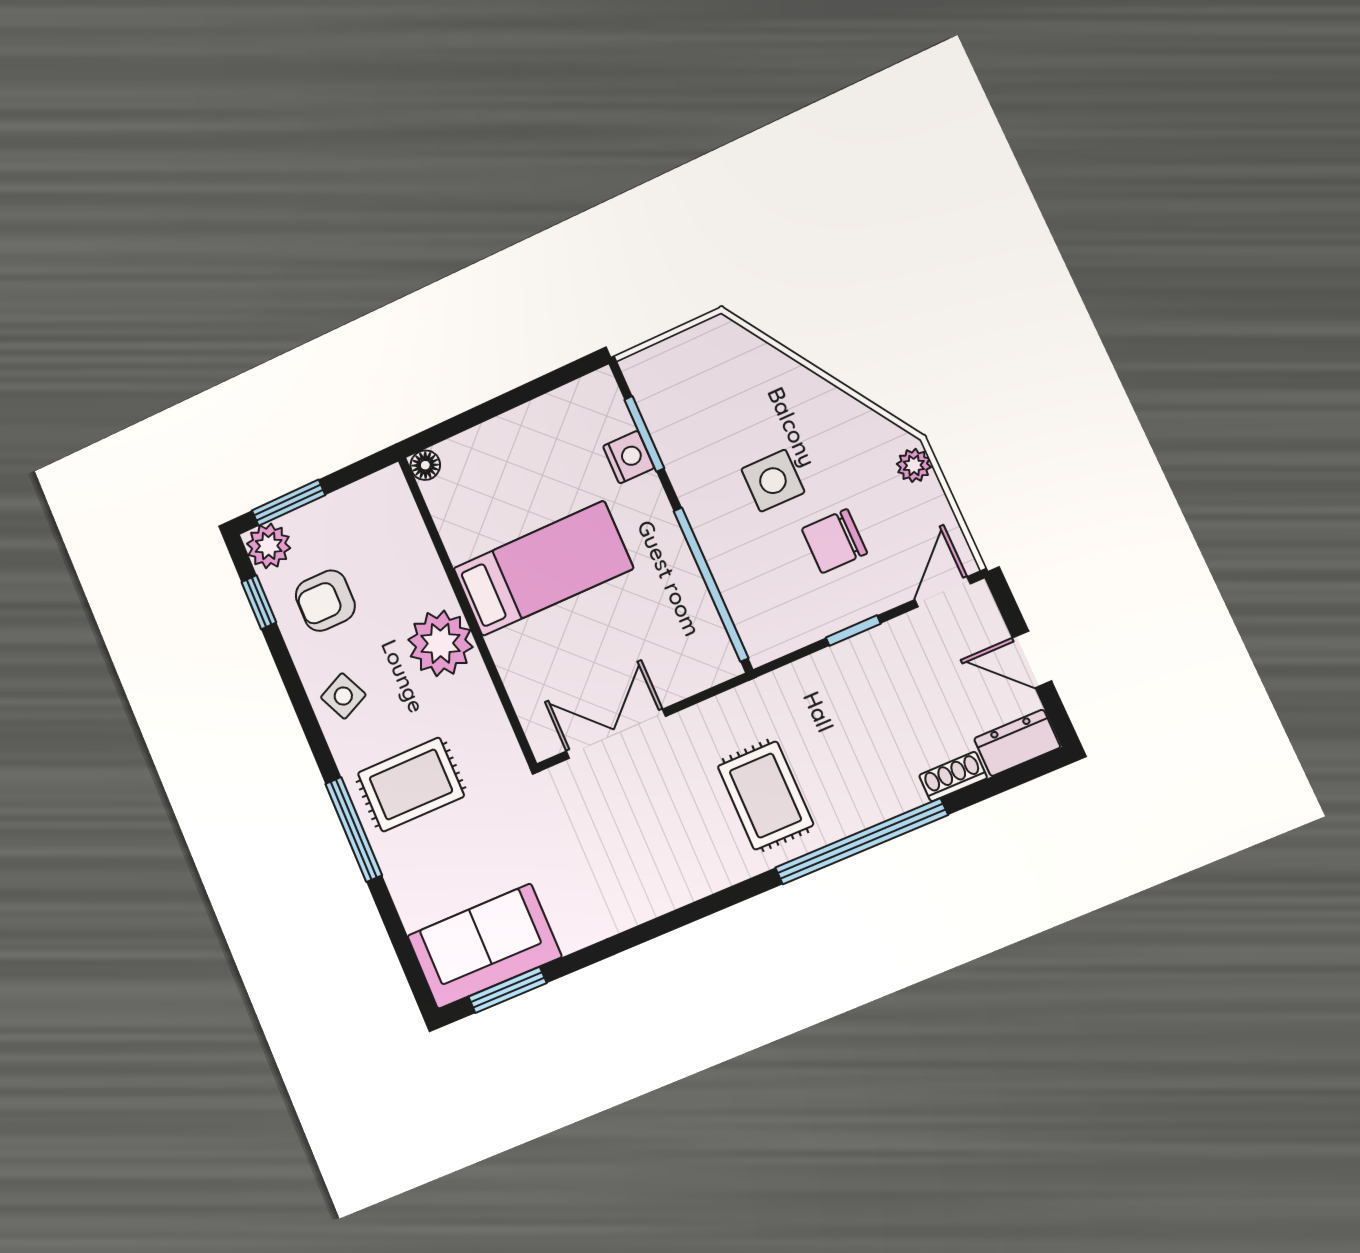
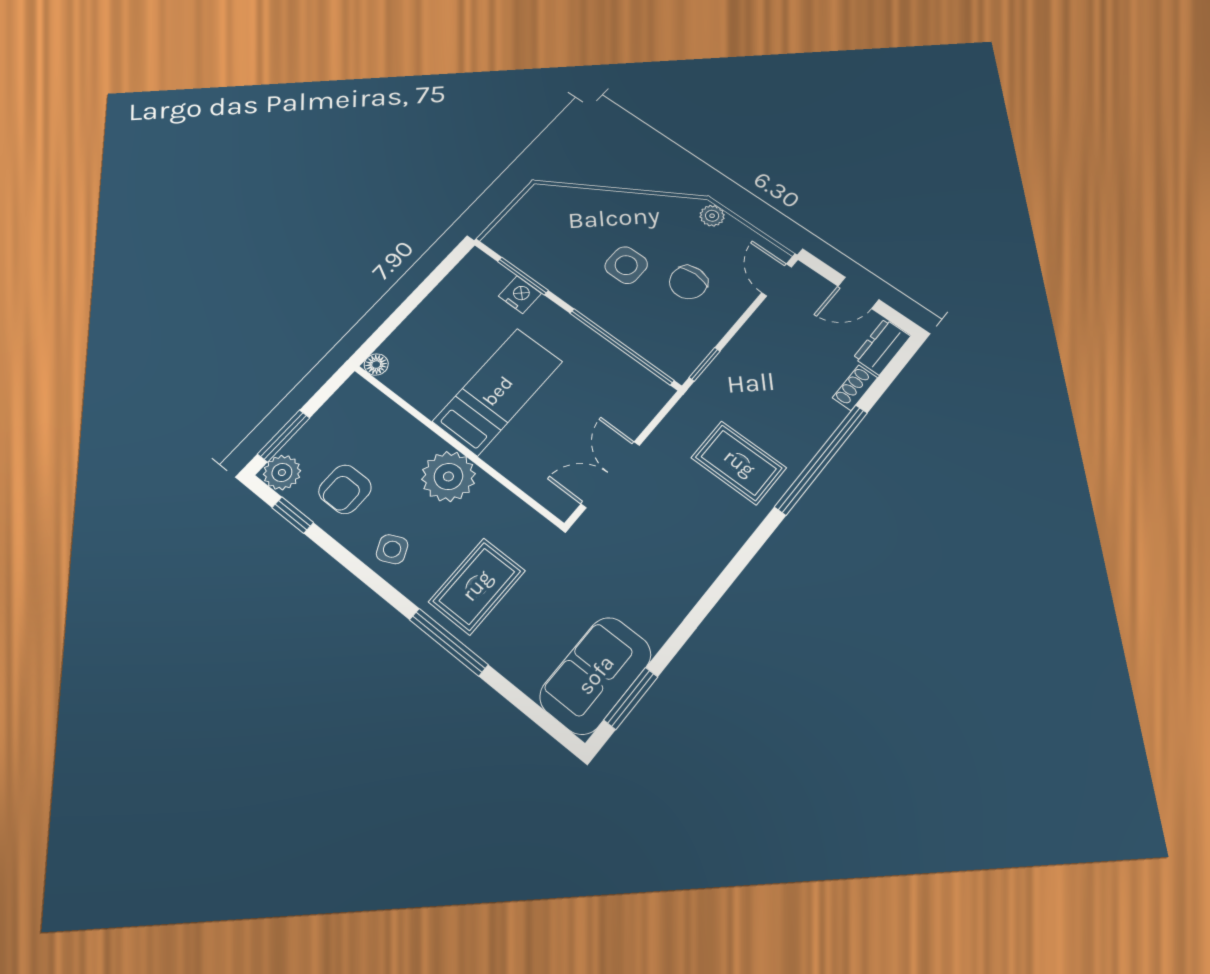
window: (853, 631) -> (705, 364), moved

